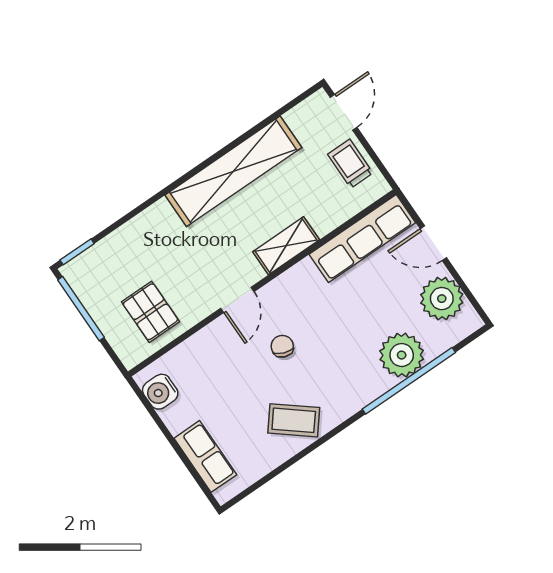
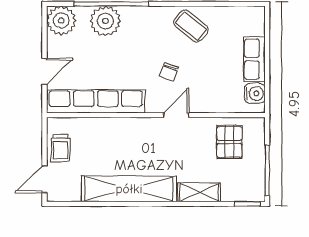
row of seats: (362, 239) -> (96, 101), width x1.36
door: (433, 243) -> (44, 71), hinge flipped
shelving: (286, 246) -> (199, 192), moved
plant: (442, 299) -> (61, 21), moved
row of seats: (205, 456) -> (254, 59), moved

